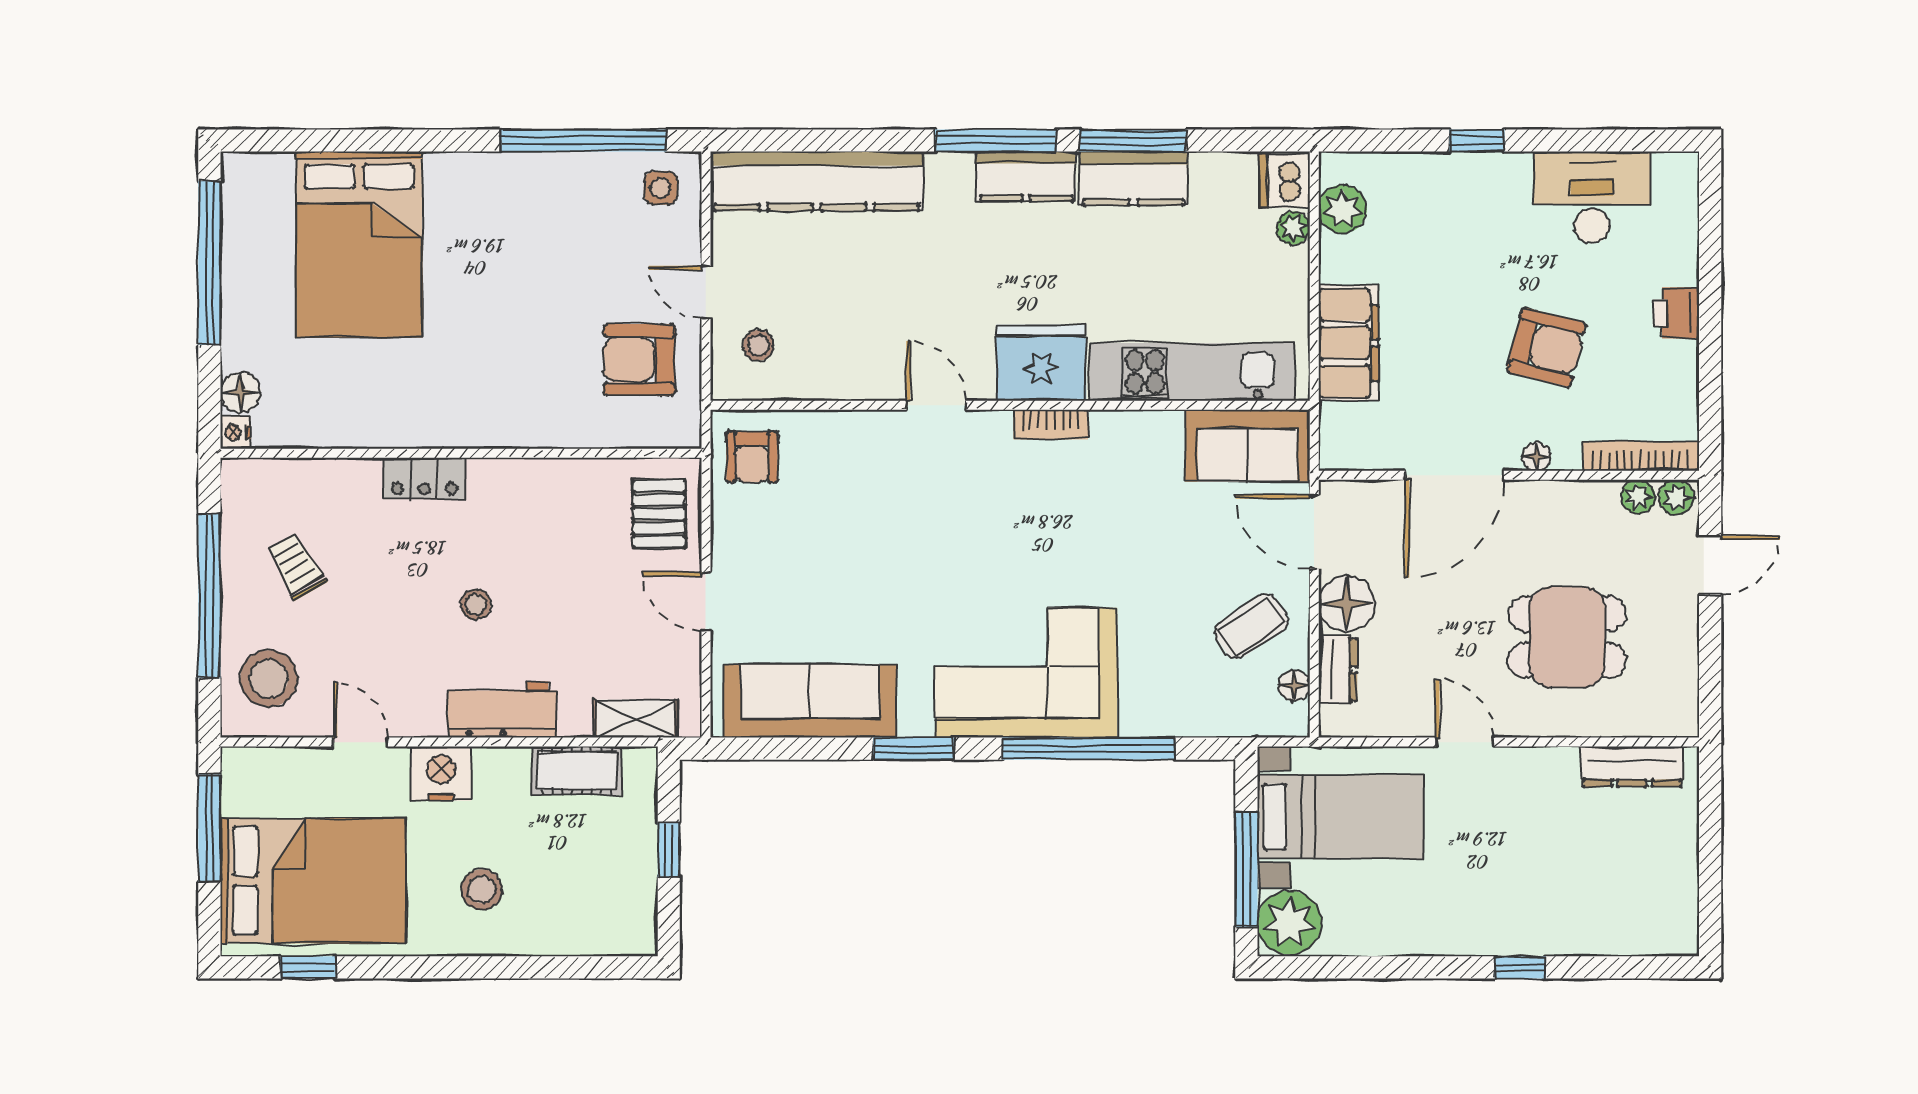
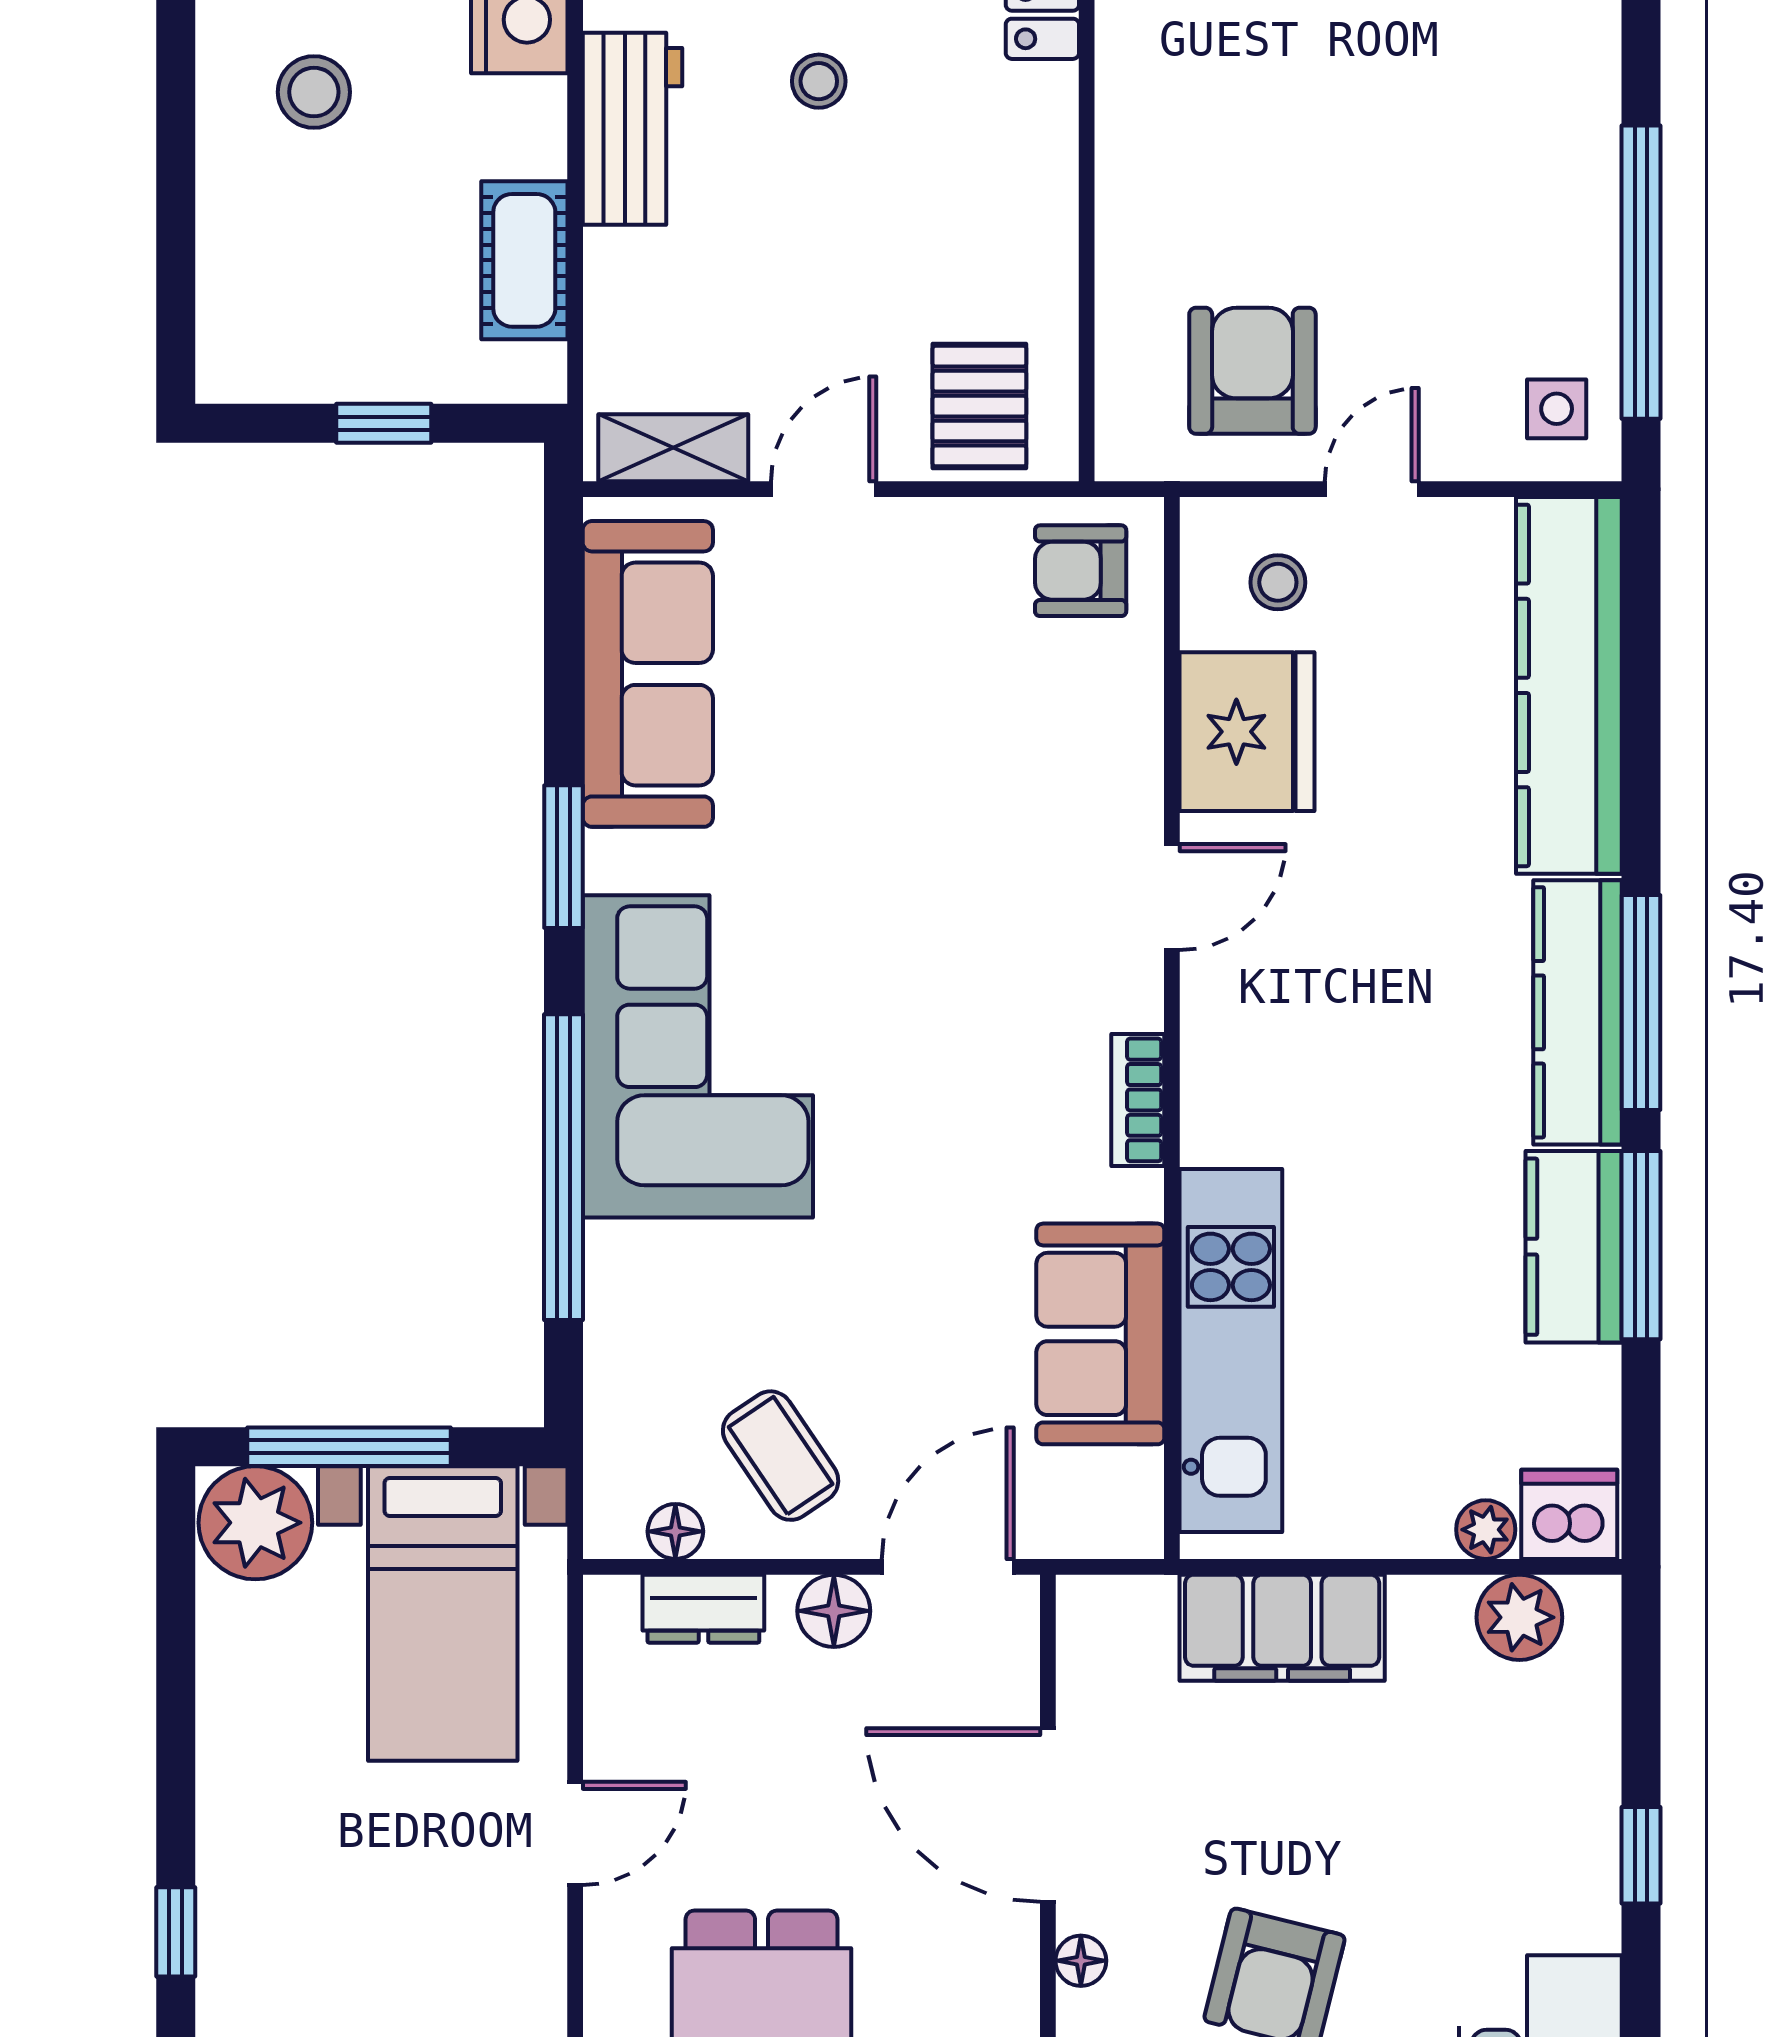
kitchen counter: (1026, 176) -> (1578, 1012), width x1.50
fridge: (1041, 363) -> (1247, 732), moved
sofa: (1247, 446) -> (1100, 1334), moved
pallet: (659, 514) -> (979, 406), turned 90
floor lamp: (1347, 604) -> (834, 1611), width x0.73, depth x0.73
shelving: (635, 719) -> (673, 448), moved, turned 90

